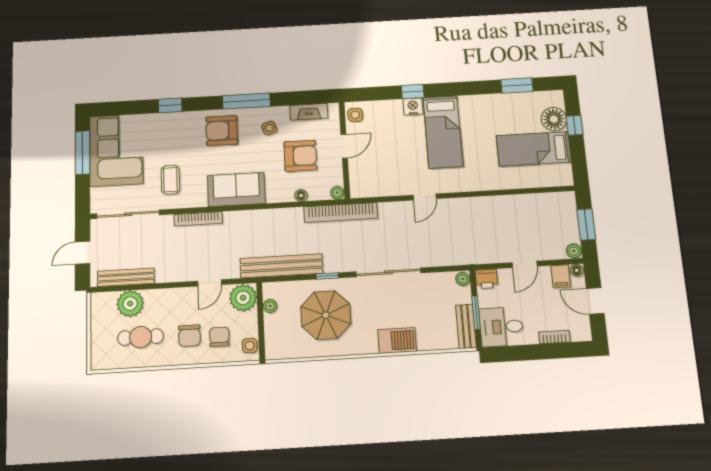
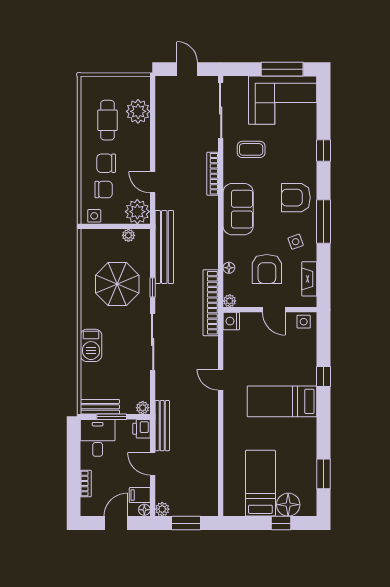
nightstand: (413, 107) -> (231, 321), moved, turned 180
armchair: (222, 130) -> (296, 198), turned -90
bench: (126, 277) -> (162, 426), moved

